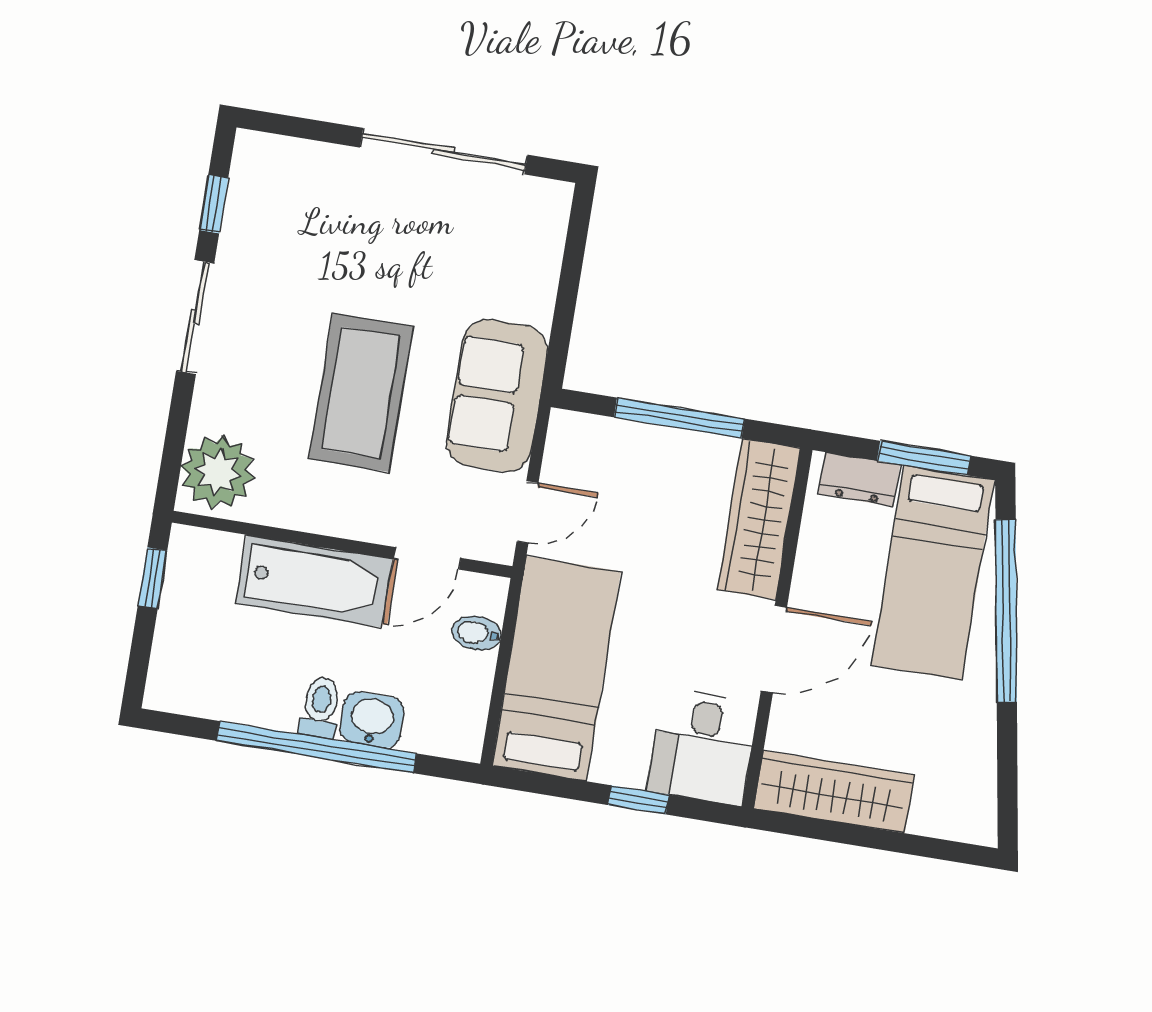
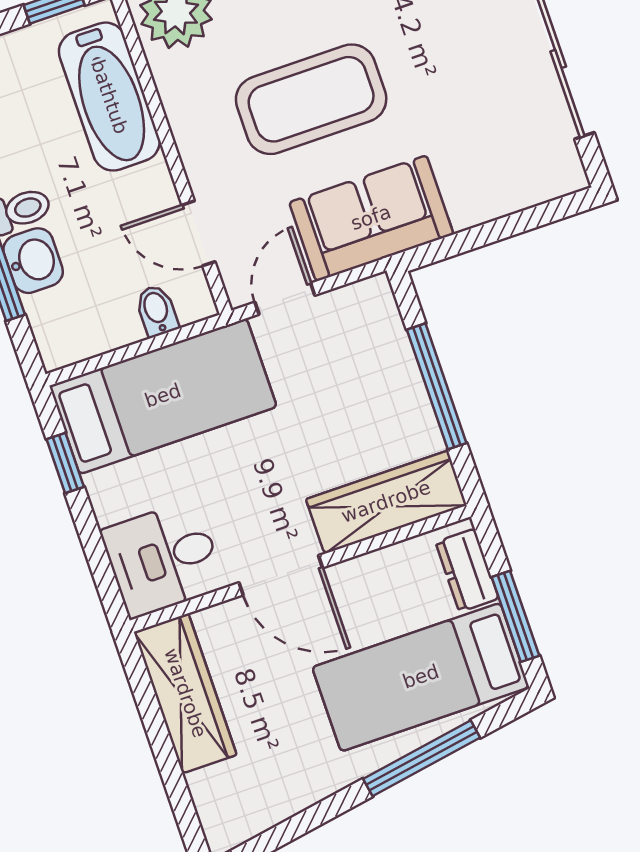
door: (527, 512) -> (285, 299), swing flipped
bathtub: (314, 581) -> (109, 97), moved
window: (1006, 611) -> (422, 758), width x0.68
window: (639, 800) -> (65, 463), moved

